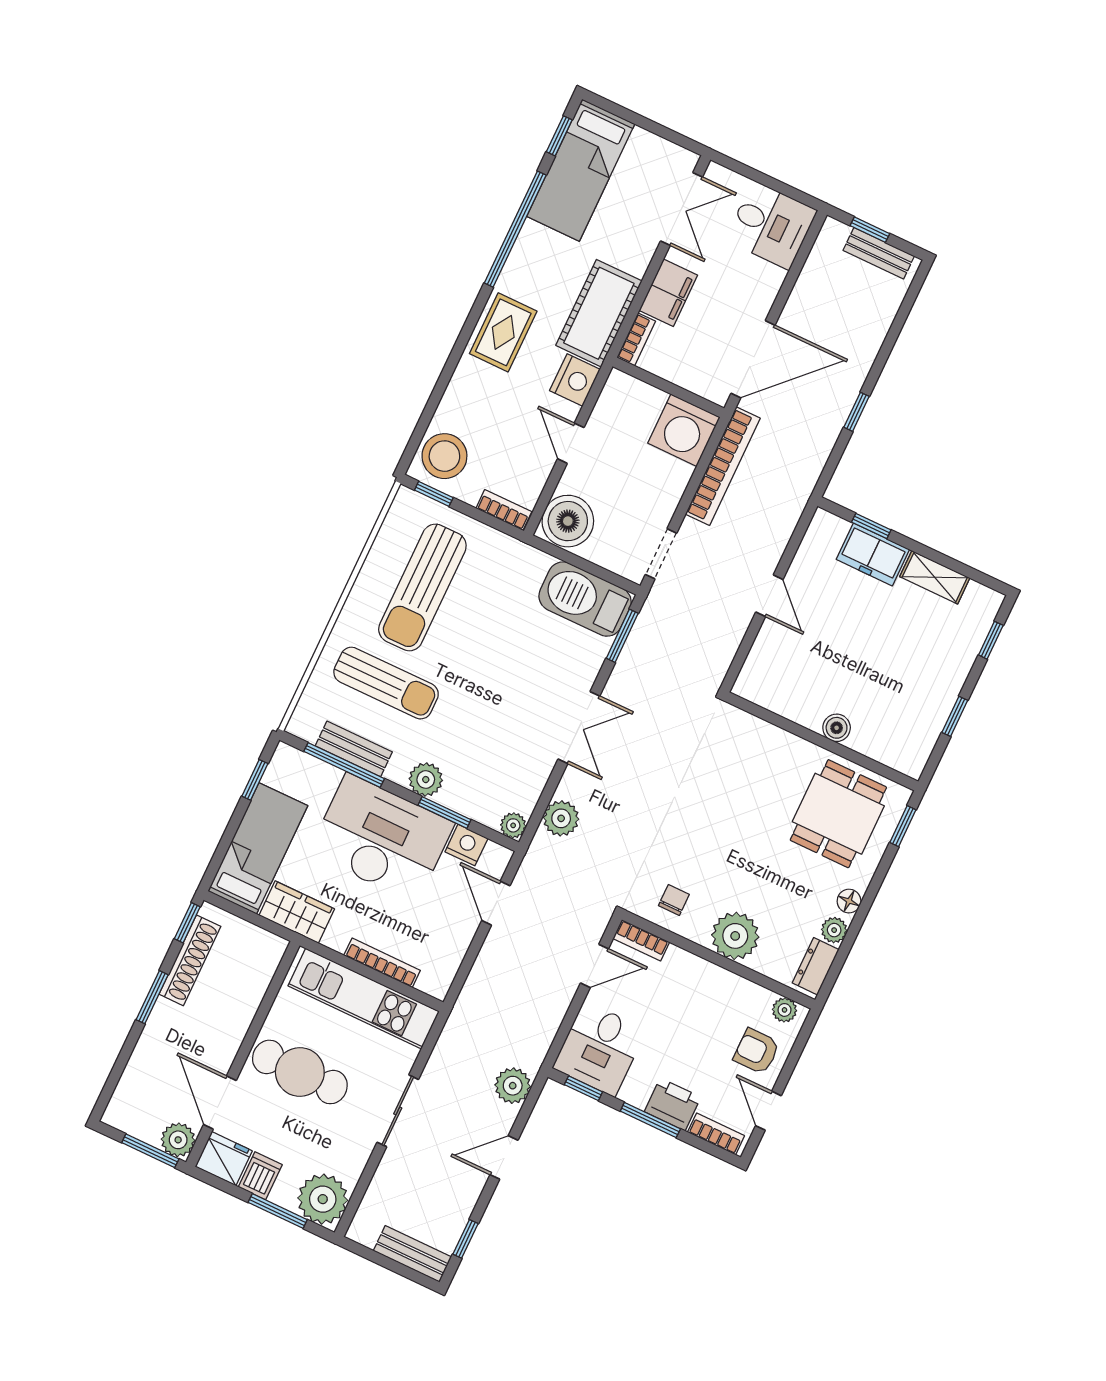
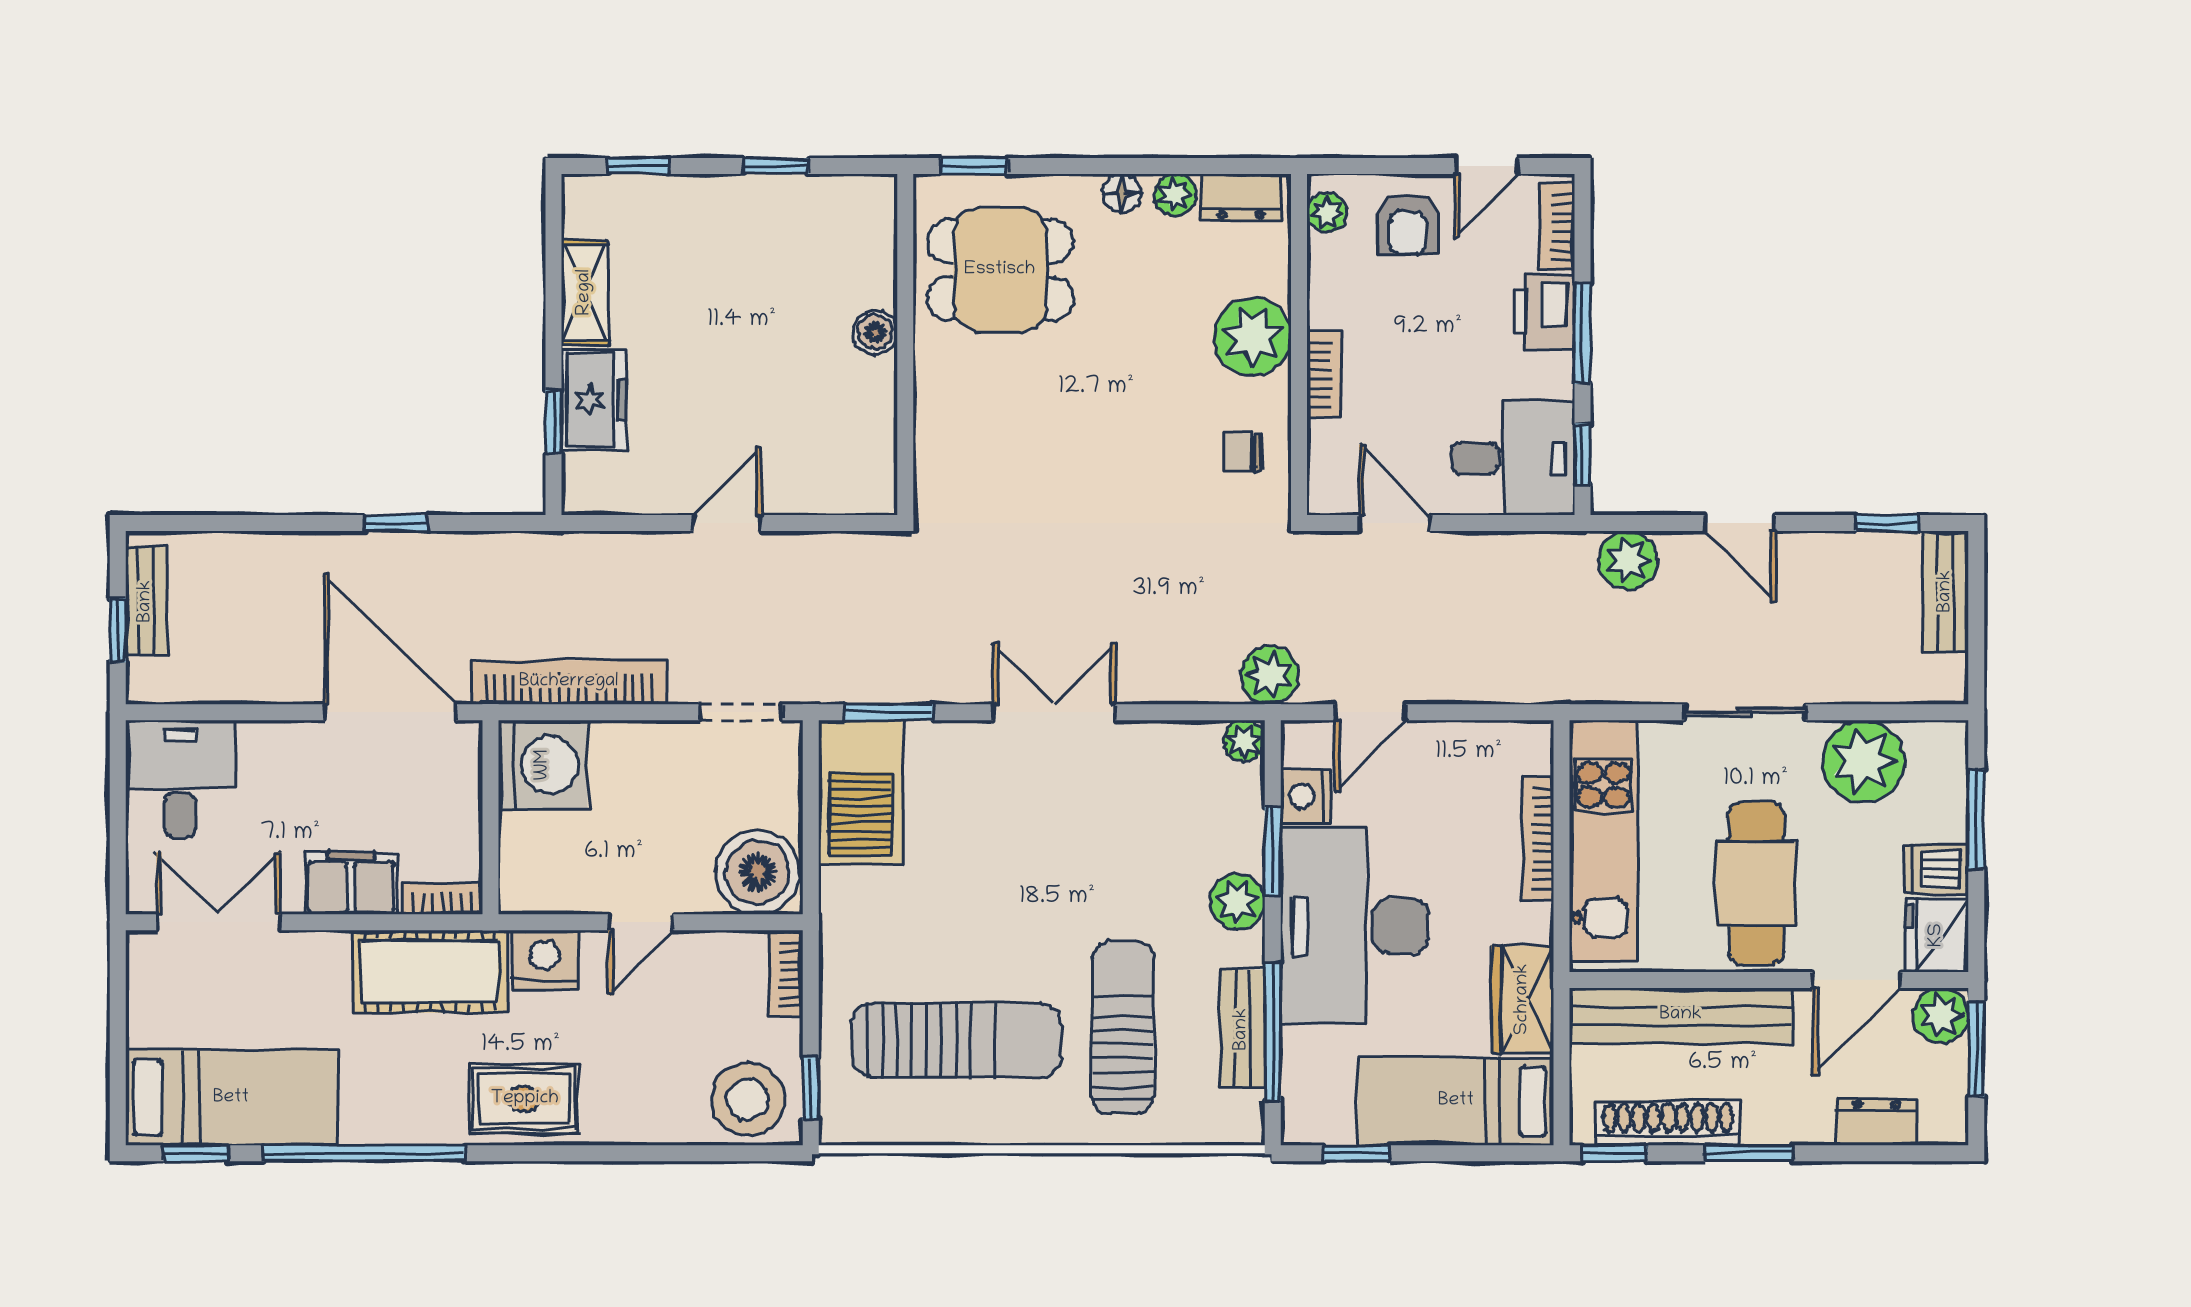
plant: (561, 818) -> (1270, 675), moved
bookcase: (641, 940) -> (1324, 375), moved
bench: (246, 996) -> (1681, 1015), added
dresser: (136, 1076) -> (1877, 1122), added
plant: (323, 1199) -> (1863, 761), moved

